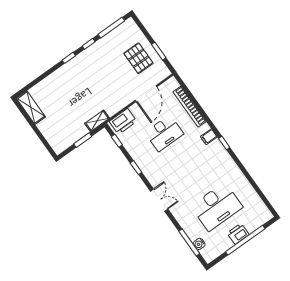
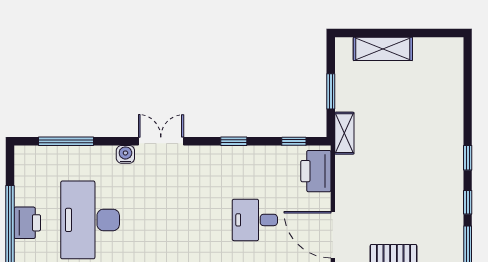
shelving: (31, 108) -> (383, 49), moved
desk: (164, 133) -> (255, 220), width x0.73
double door: (159, 200) -> (161, 141), swing flipped
water cooler: (199, 244) -> (125, 154), moved

